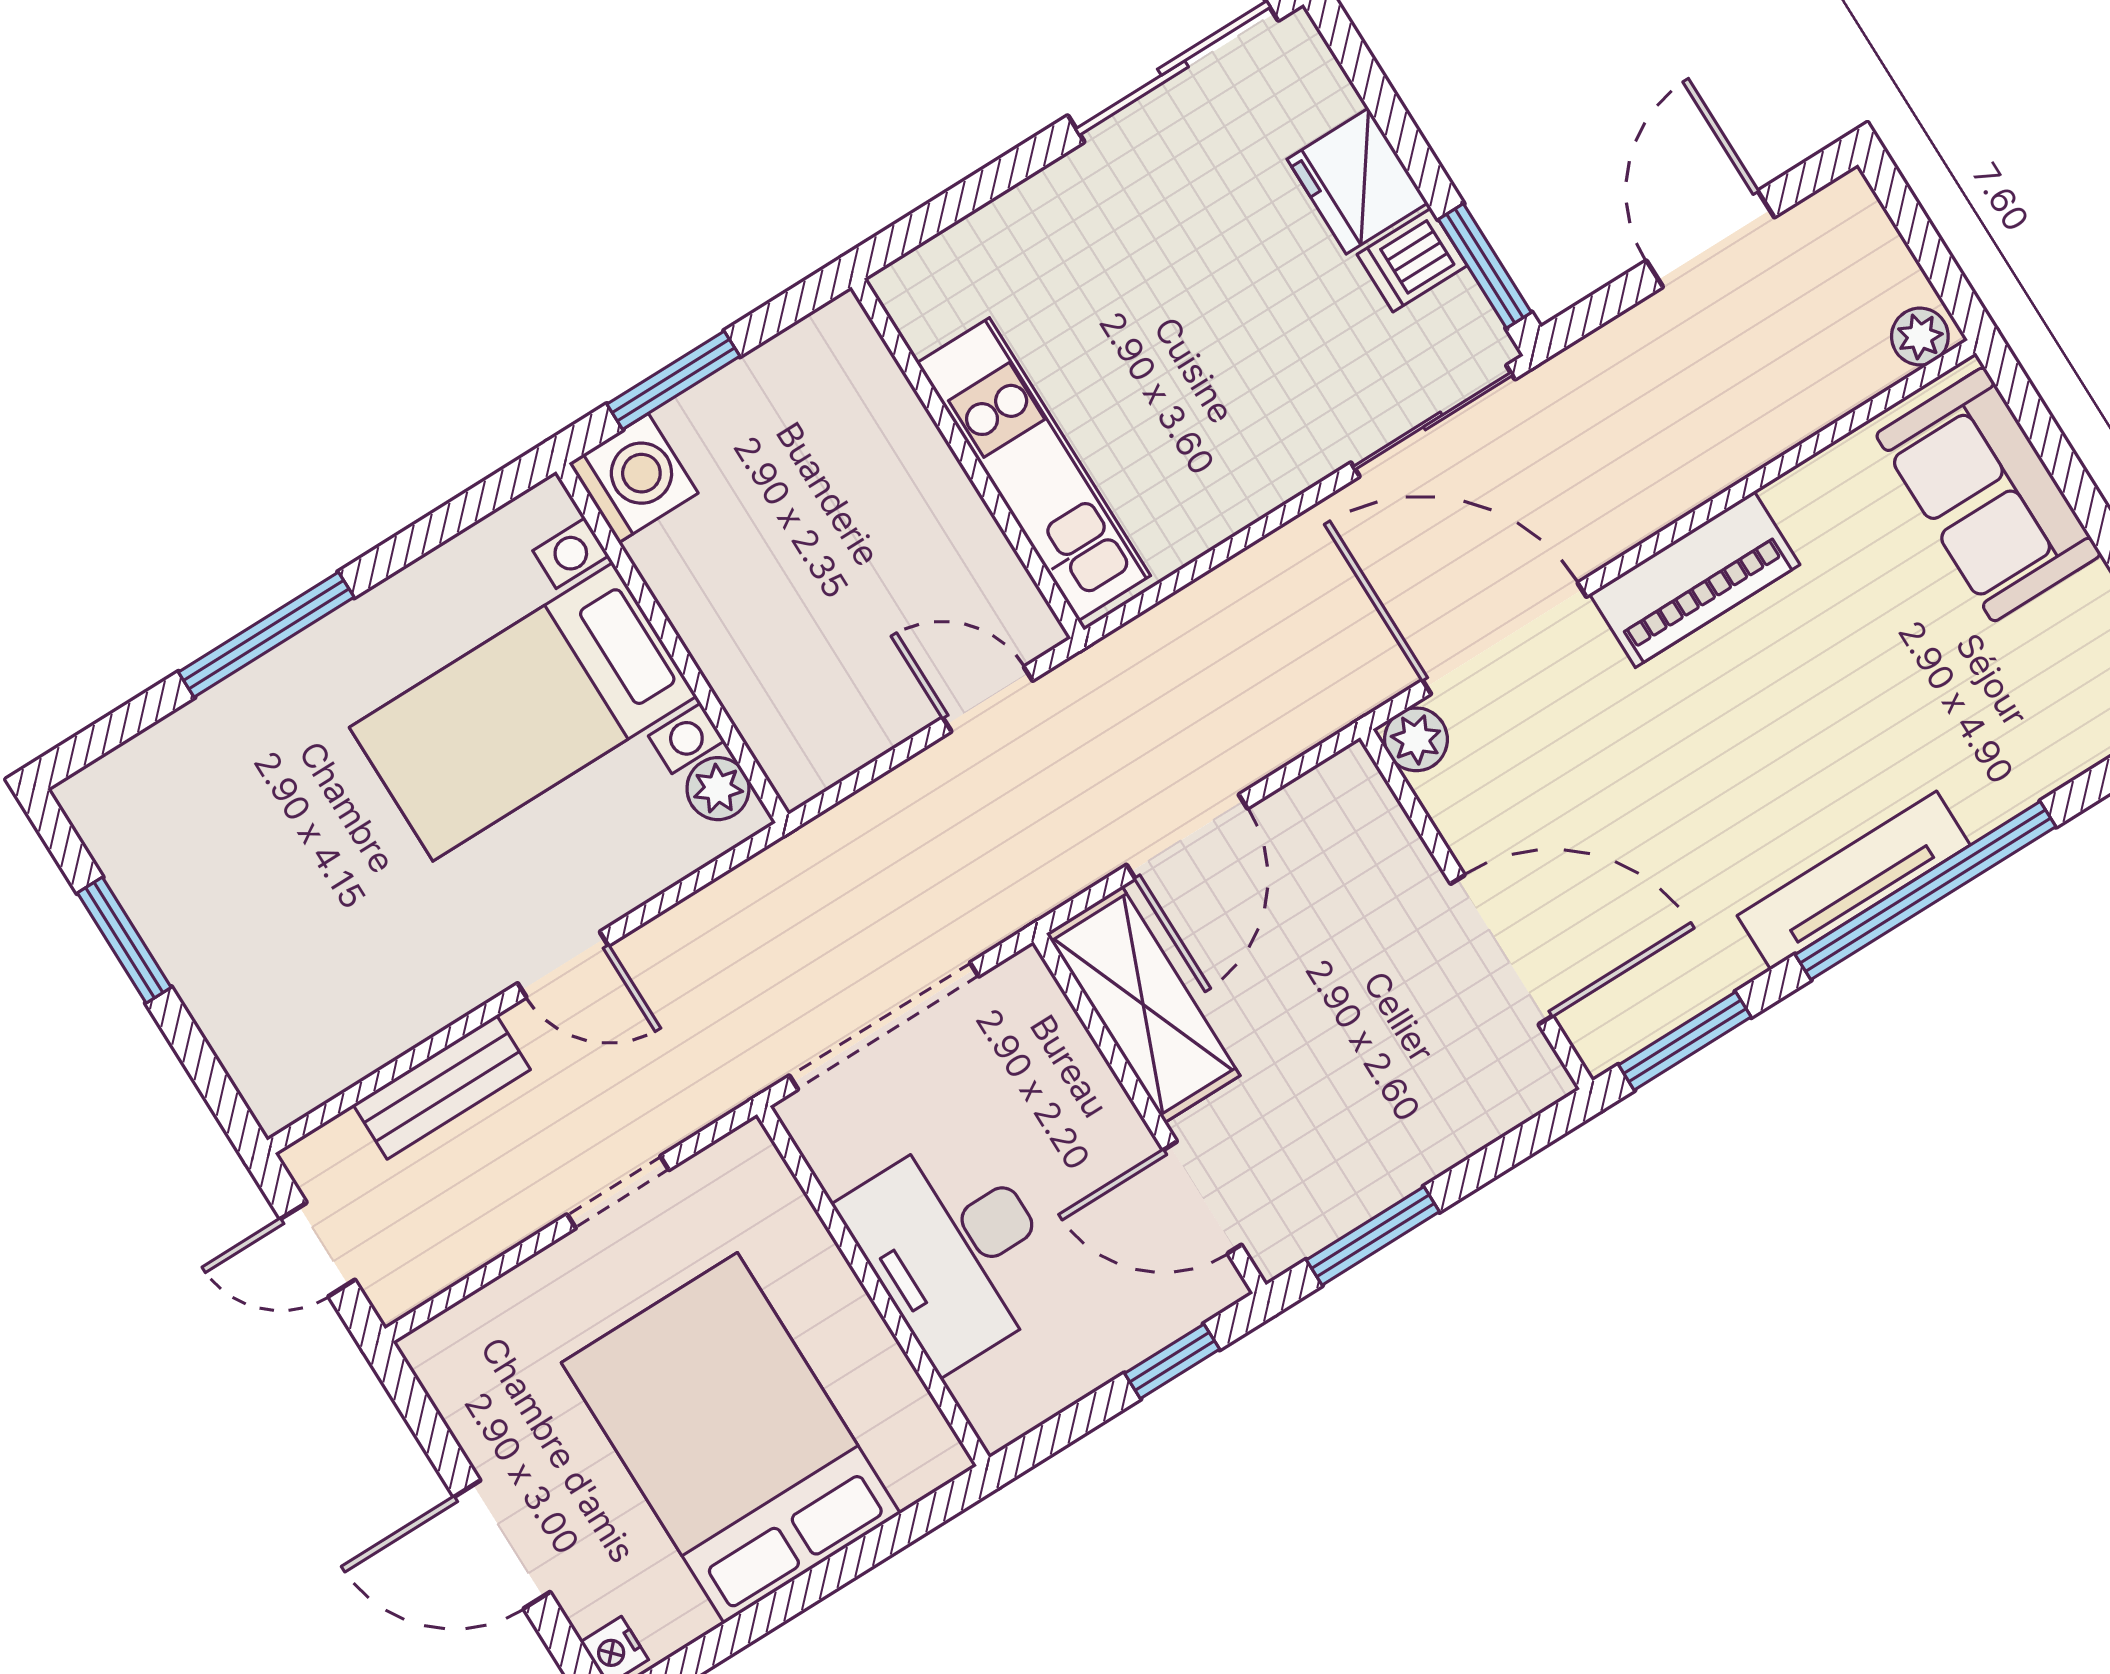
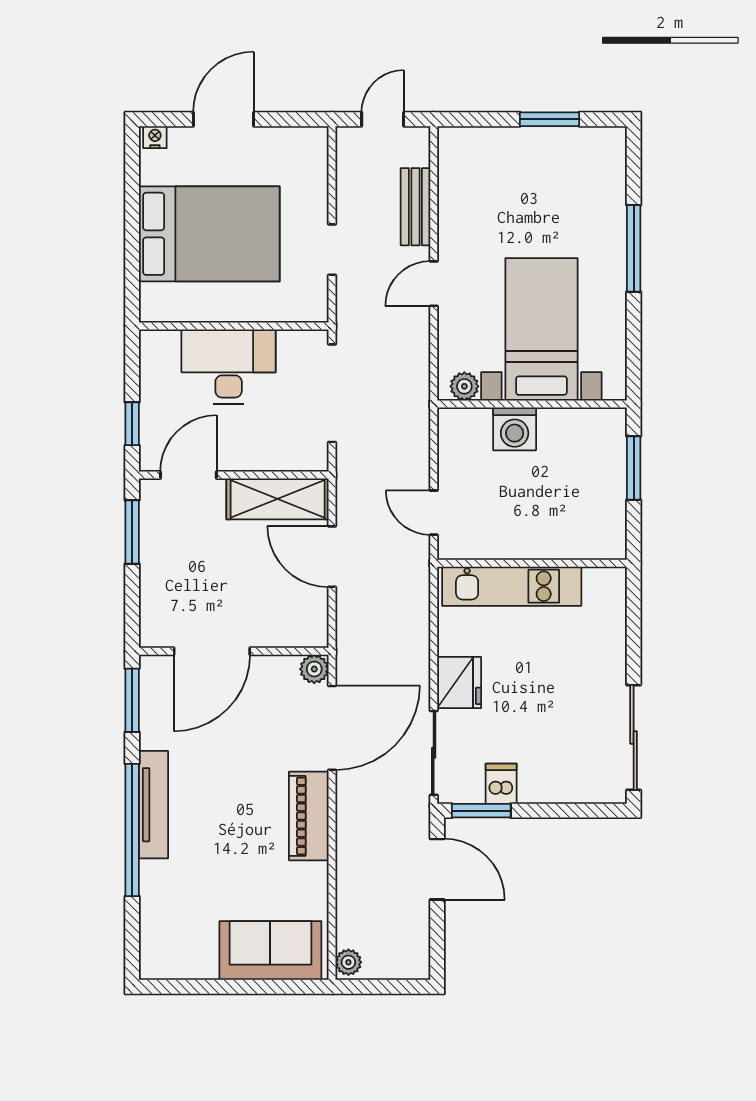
fridge: (1357, 181) -> (459, 683), moved, turned 90
door: (1710, 239) -> (437, 869), moved
washing machine: (633, 478) -> (515, 429), moved
door: (988, 699) -> (434, 513), swing flipped

